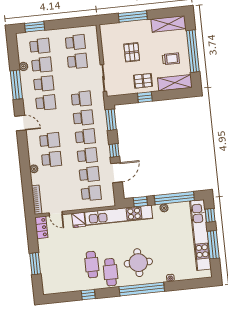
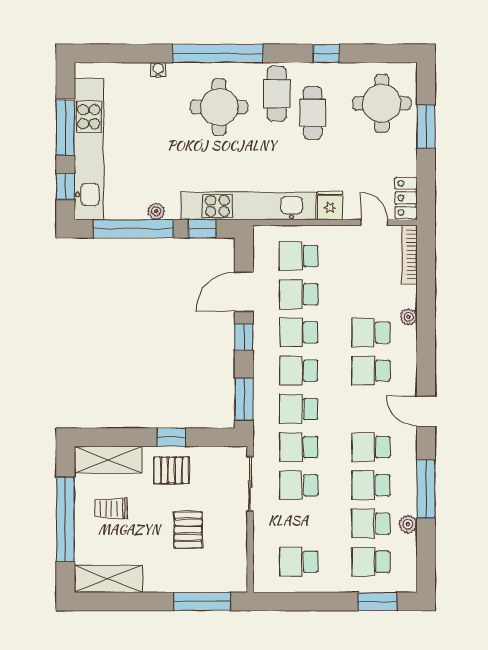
window: (133, 16) -> (202, 601), moved
school desk: (77, 61) -> (299, 485), moved
round table: (58, 273) -> (382, 103), added

